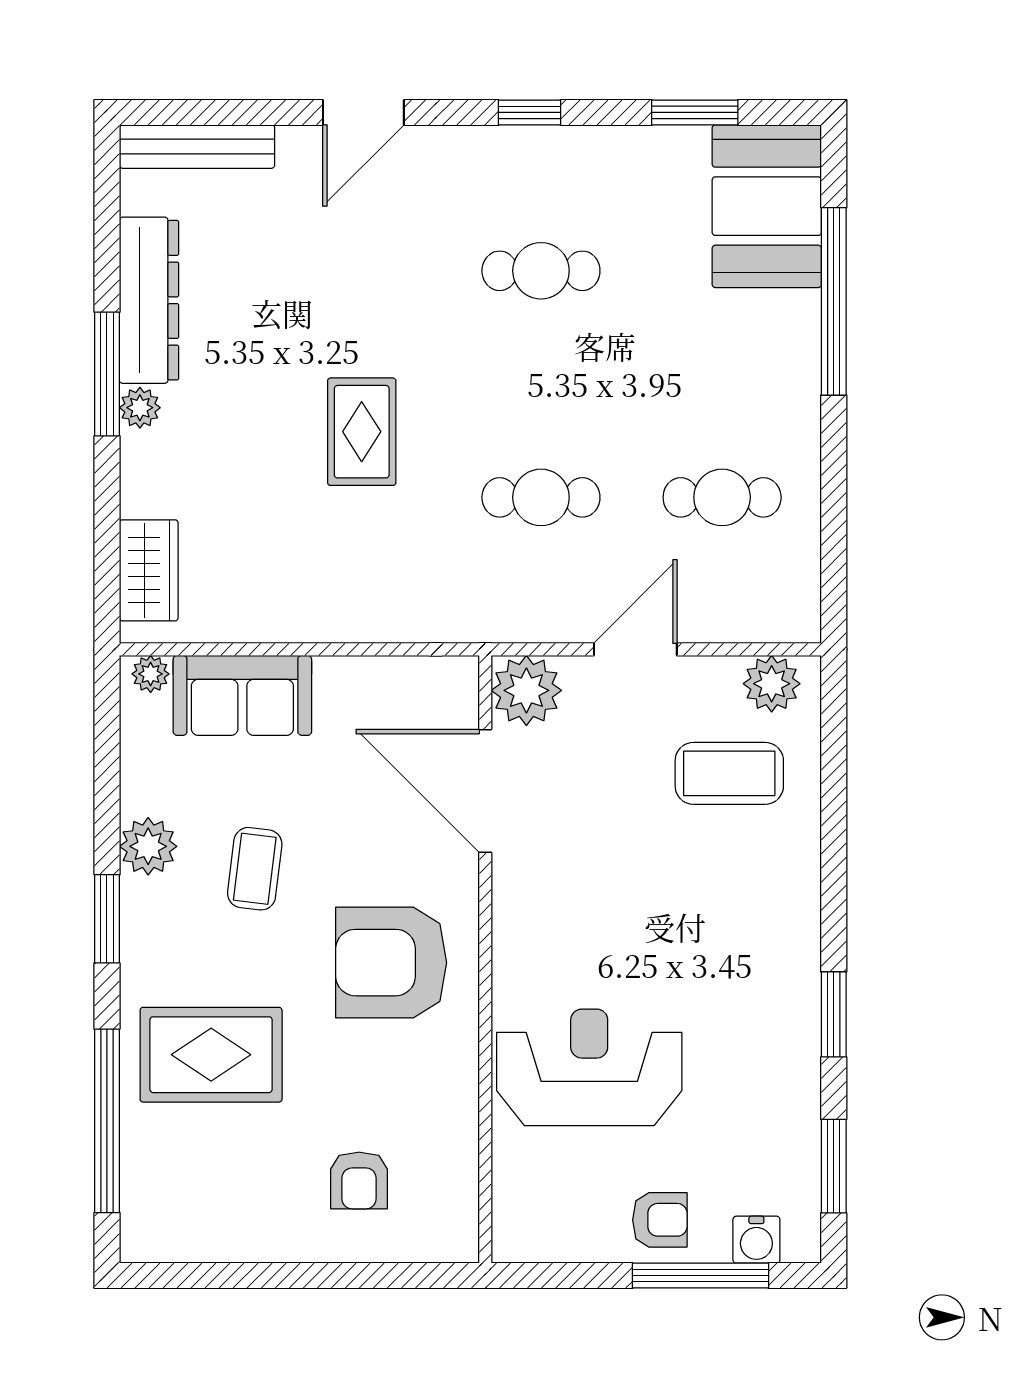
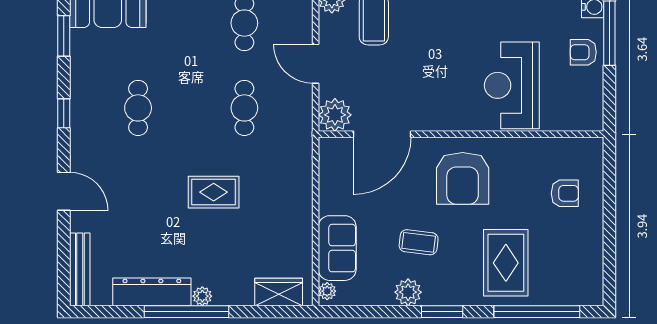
window: (107, 374) -> (186, 312), width x1.46
armchair: (660, 1220) -> (583, 52), turned -90

